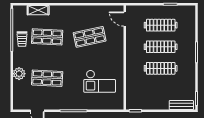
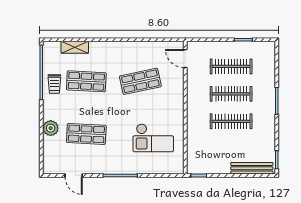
bench: (181, 105) -> (252, 168), width x1.36

